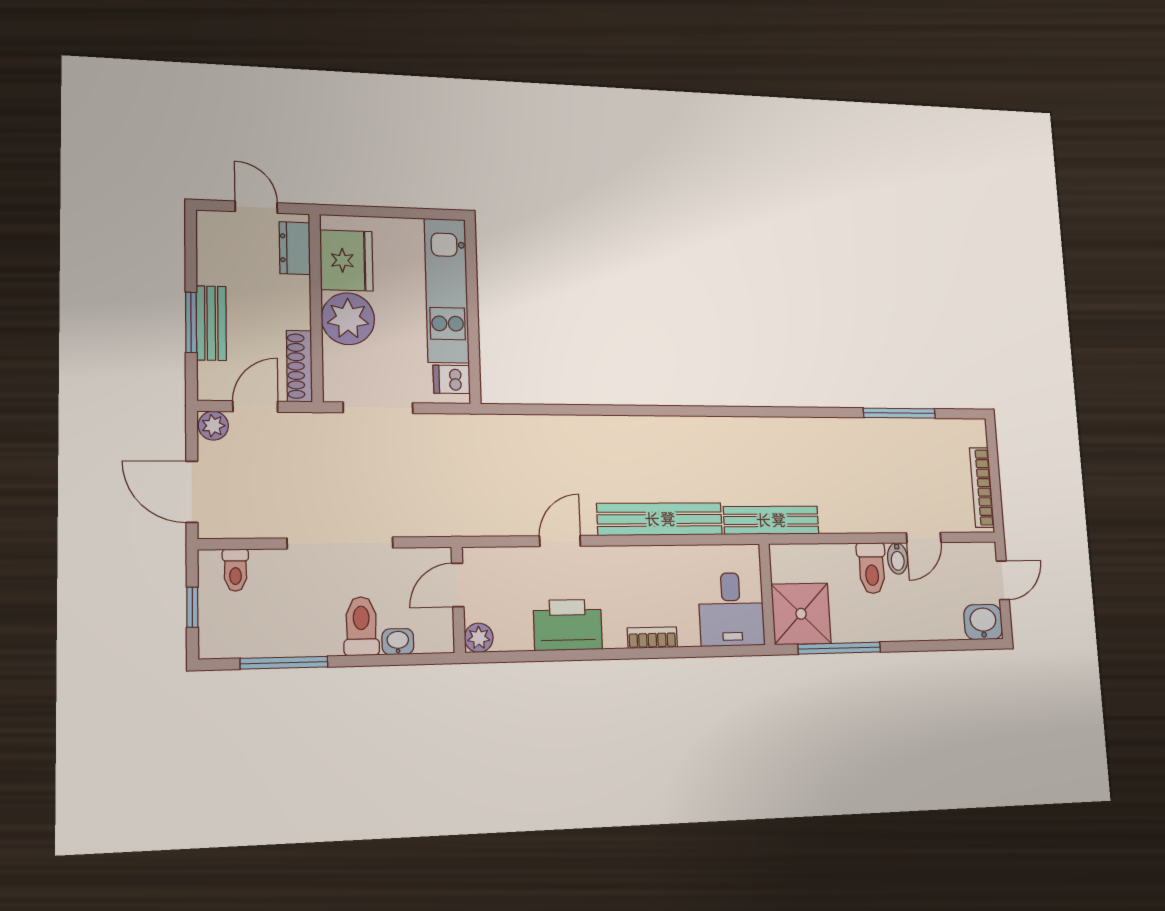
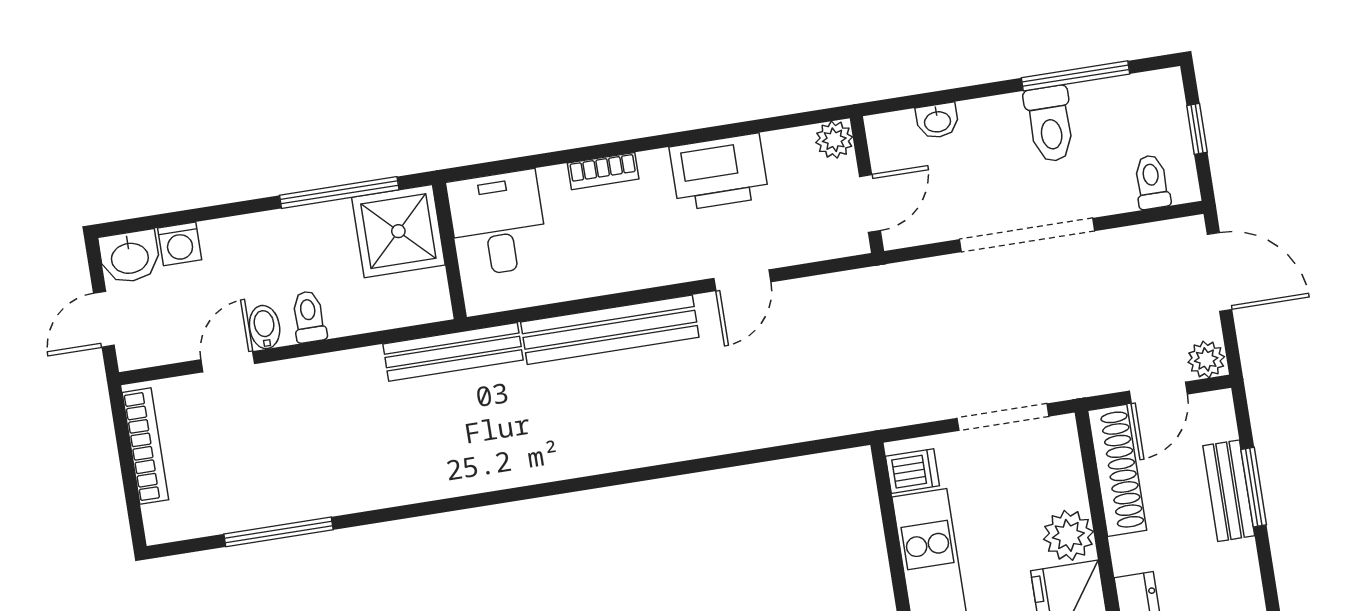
plant: (348, 319) -> (1068, 535), width x0.73, depth x0.73
shoe rack: (299, 366) -> (1117, 470), width x1.36, depth x1.24
toilet: (872, 568) -> (309, 317), width x0.73, depth x0.72
toilet: (361, 626) -> (1050, 124), moved
washing machine: (950, 626) -> (180, 244), added

